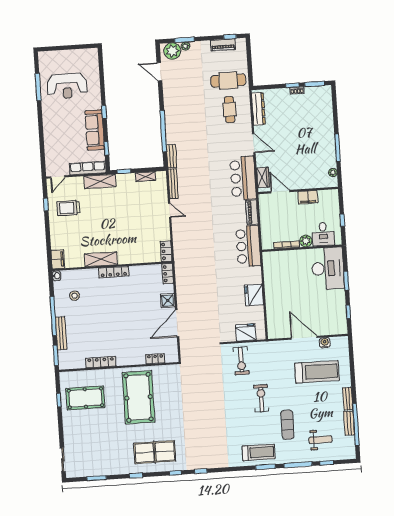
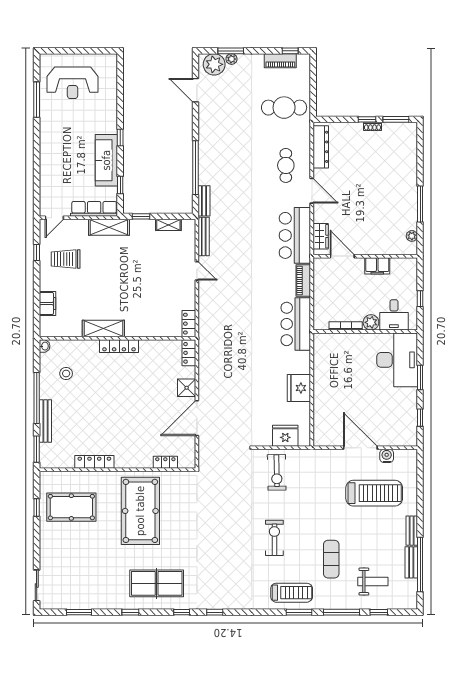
reception desk: (67, 86) -> (73, 83), moved
cafe table: (230, 110) -> (286, 165), moved
filing cabinet: (58, 259) -> (48, 304), moved
exercise bike: (261, 398) -> (274, 538), moved

